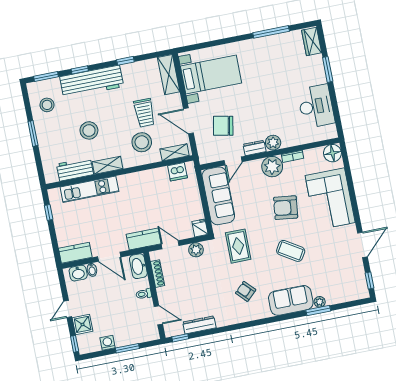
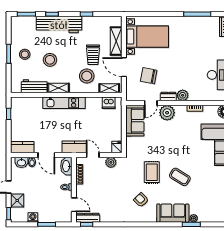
shelving: (169, 75) -> (116, 41), moved
stool: (47, 105) -> (25, 54), moved
plant: (272, 167) -> (167, 113), moved
kitchen unit: (89, 189) -> (64, 103), moved
sofa: (218, 196) -> (135, 121), width x0.73
armchair: (286, 208) -> (182, 145), removed
rug: (238, 246) -> (152, 172), moved
dresser: (199, 325) -> (88, 218), moved

